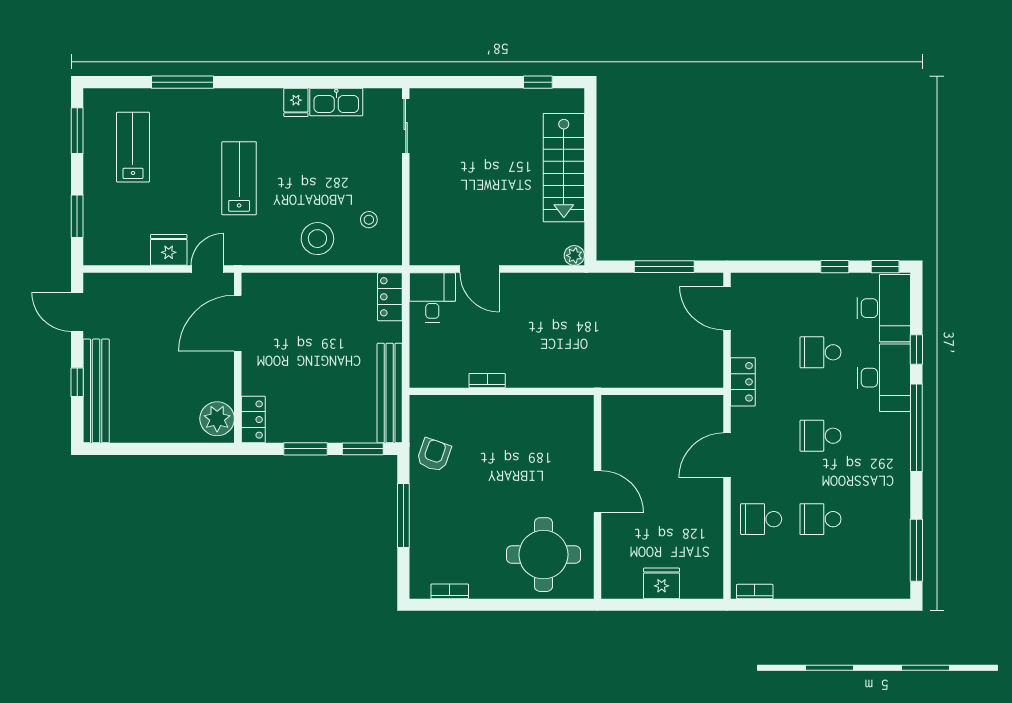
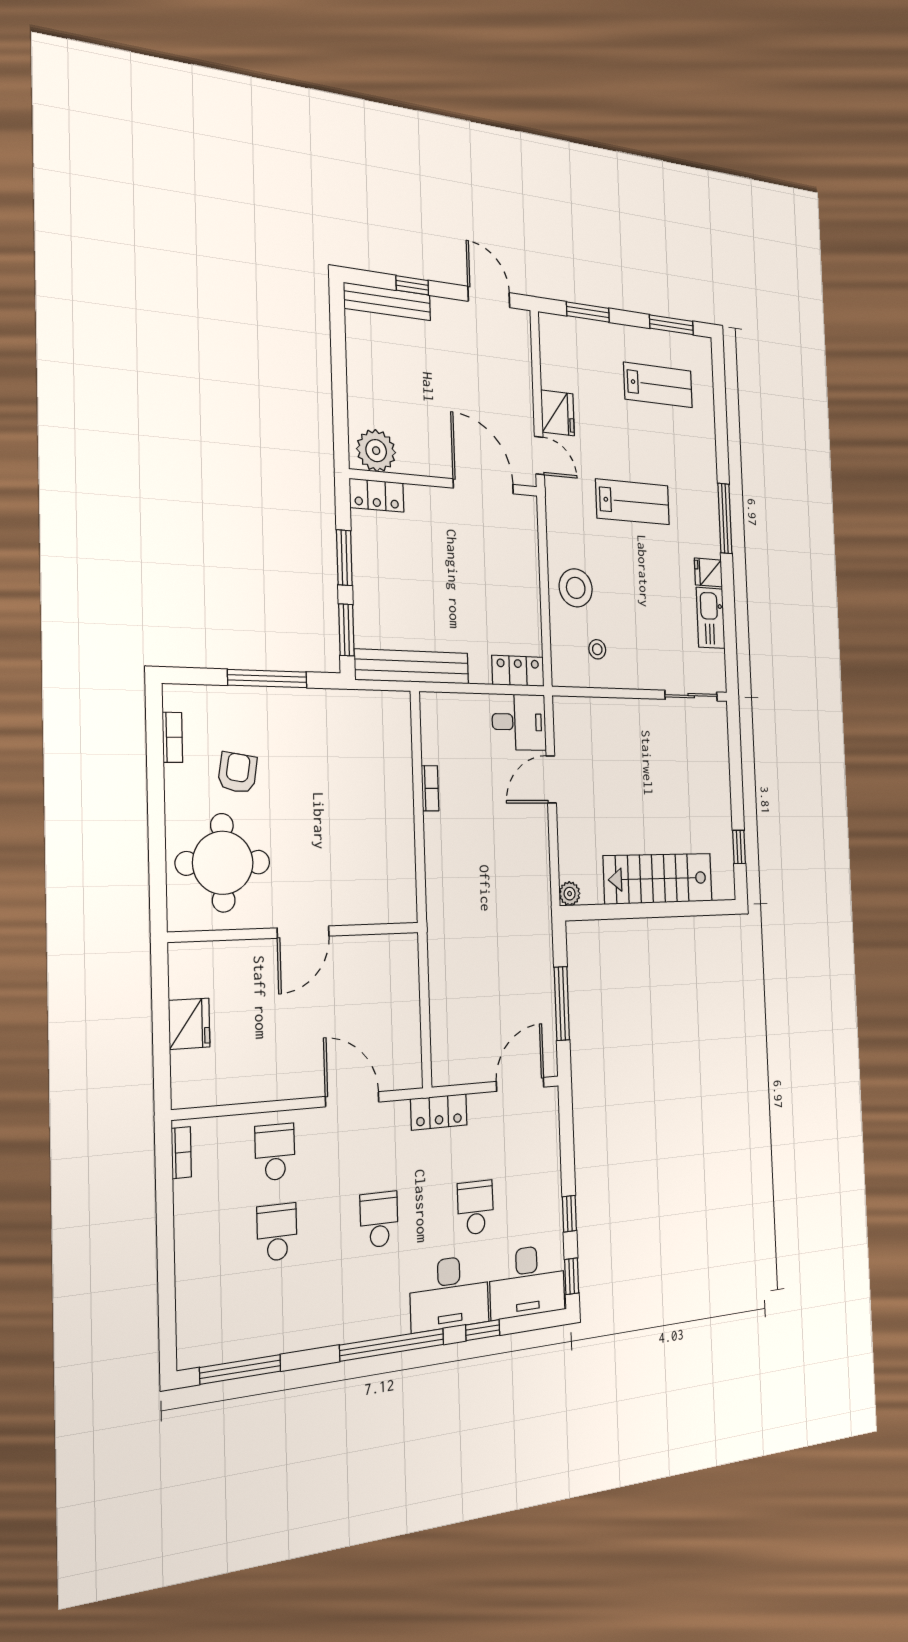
window: (182, 82) -> (725, 518), moved
door: (77, 312) -> (489, 297), hinge flipped
bench: (96, 391) -> (387, 302), width x0.73, depth x0.82
armchair: (434, 455) -> (238, 773), moved, turned -100

